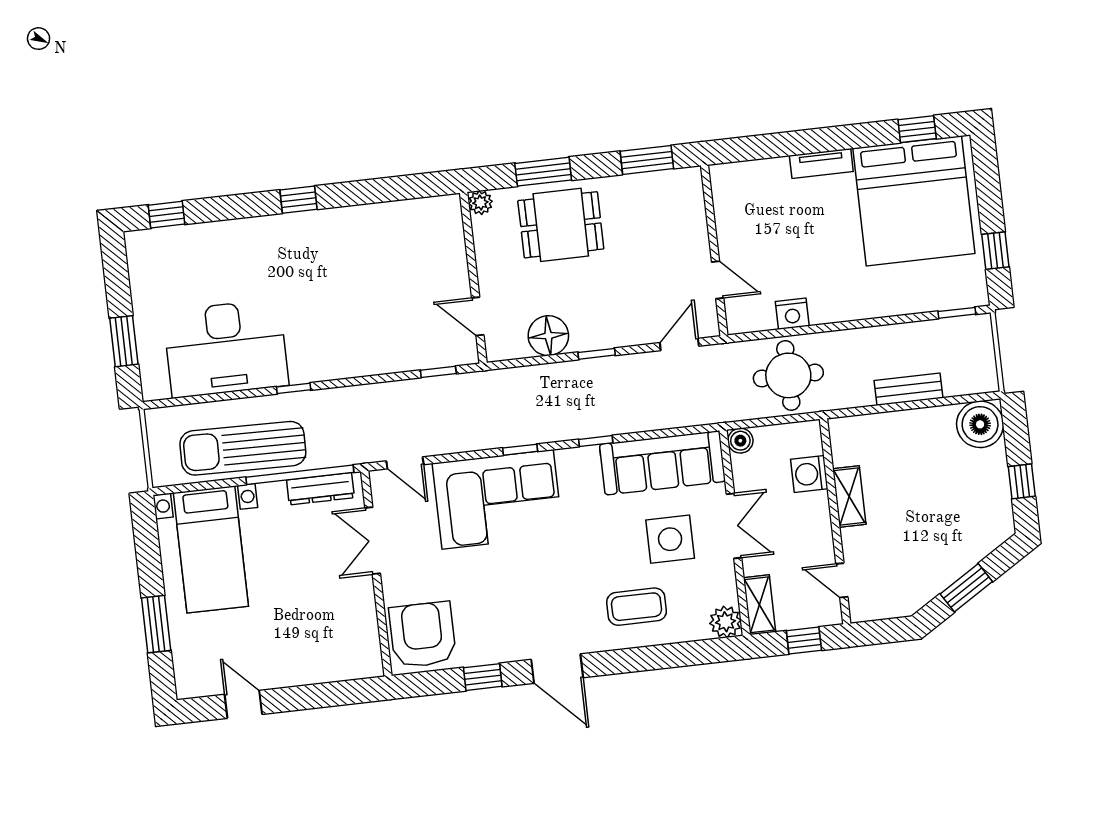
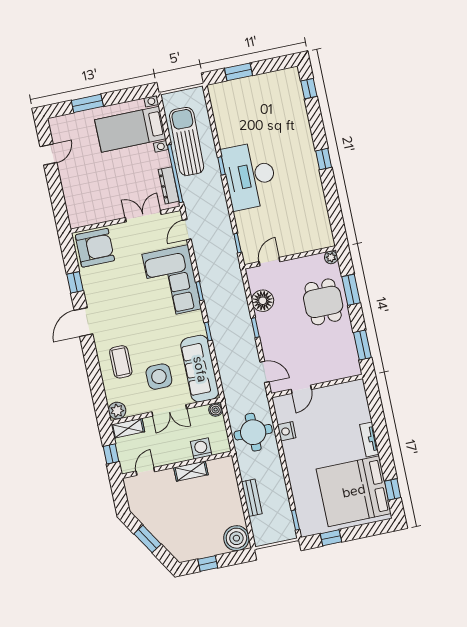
desk: (226, 348) -> (250, 176), moved

